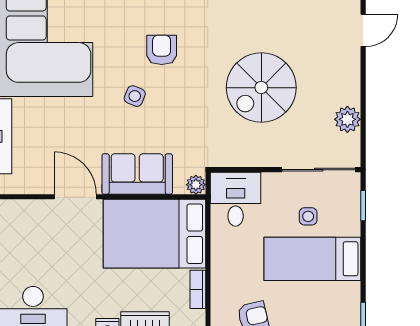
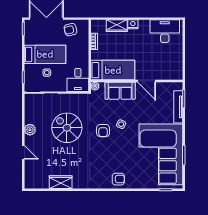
door: (363, 30) -> (23, 152), swing flipped
armchair: (162, 50) -> (103, 131), moved
spiral stairs: (261, 88) -> (67, 128), turned -90
plant: (347, 119) -> (30, 130), moved
bed: (154, 234) -> (113, 70), width x0.67

